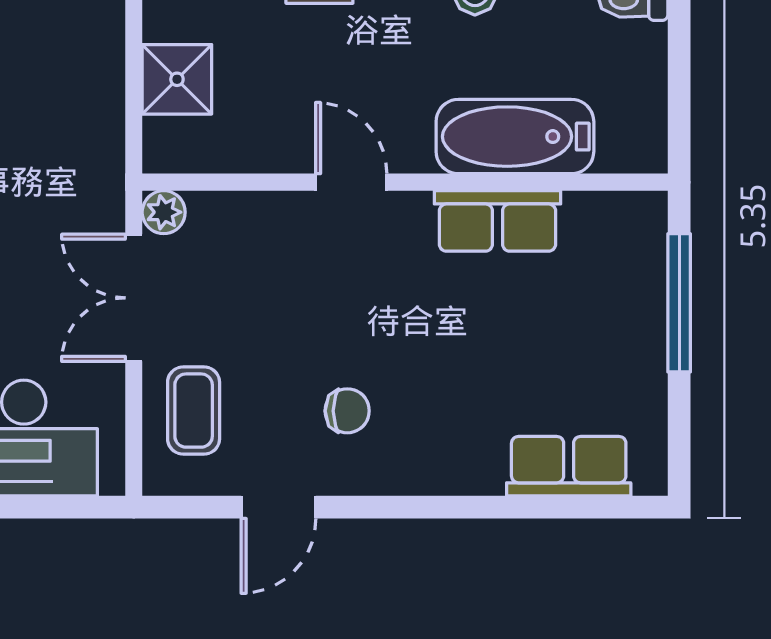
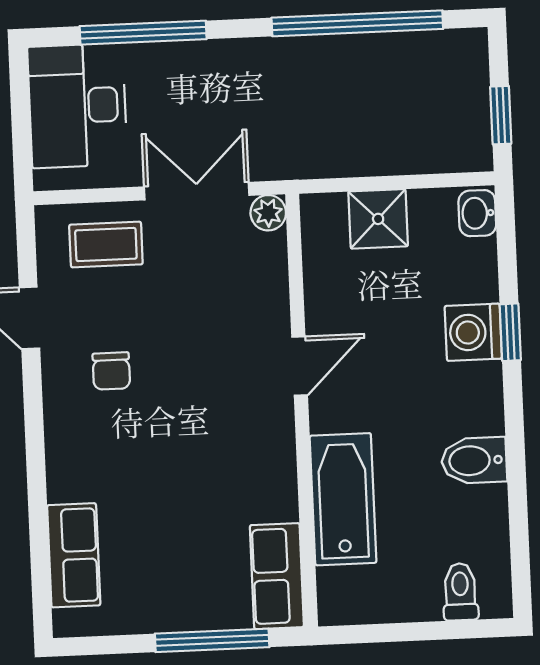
row of seats: (497, 221) -> (277, 576), moved

